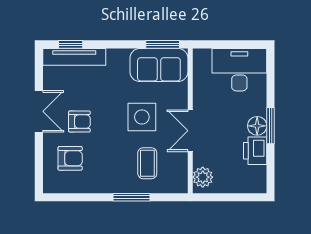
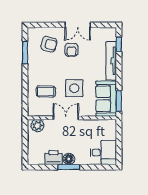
tv unit: (74, 57) -> (111, 61), moved
desk: (239, 70) -> (103, 153), width x0.73
armchair: (70, 158) -> (49, 44), turned -75
window: (131, 197) -> (25, 52), moved

